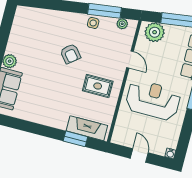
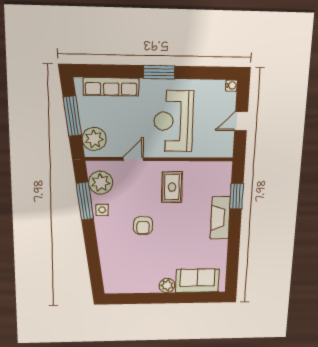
plant: (122, 24) -> (101, 183), width x1.87, depth x1.87
armchair: (70, 54) -> (143, 225), turned 129
fireplace: (87, 128) -> (220, 218), moved

